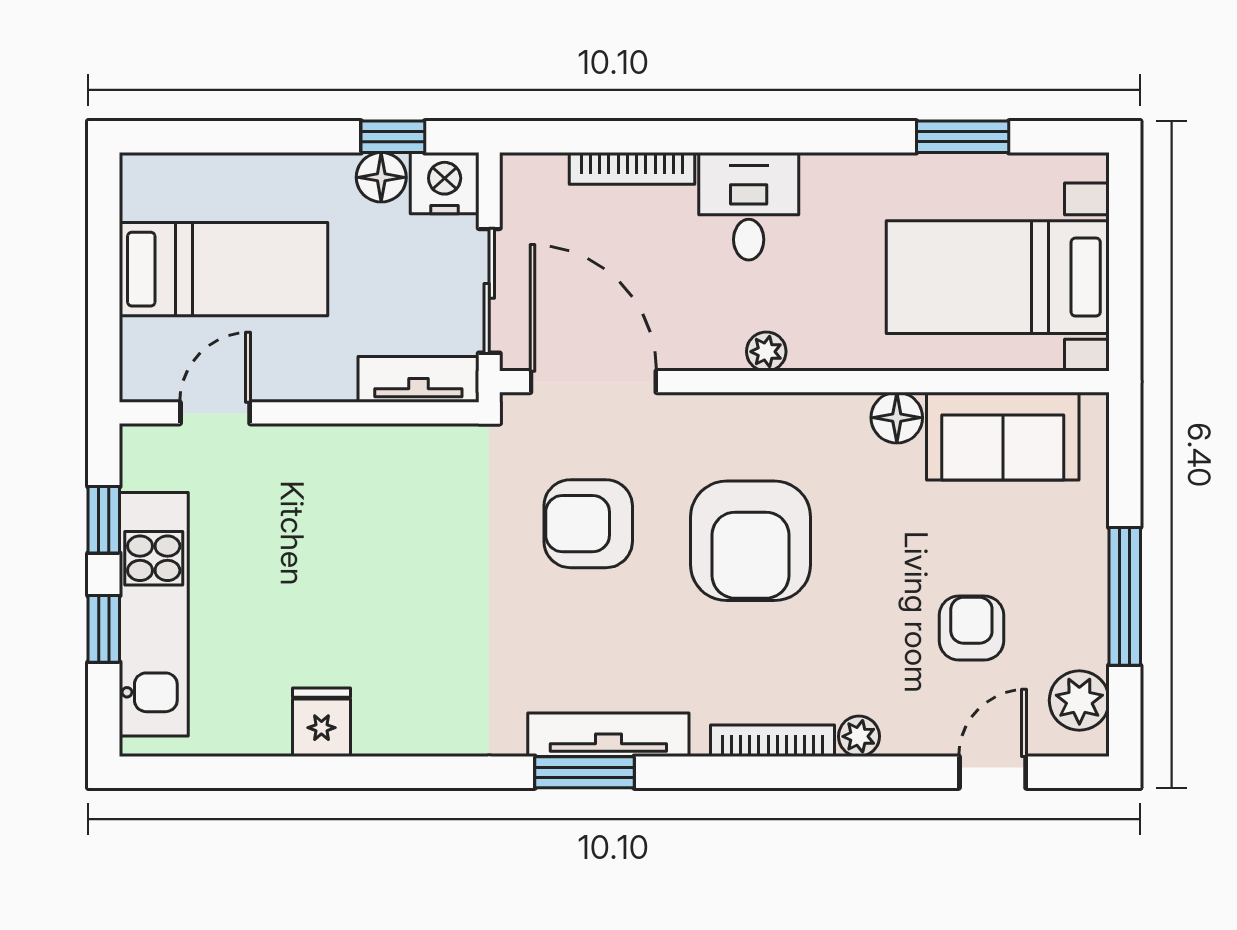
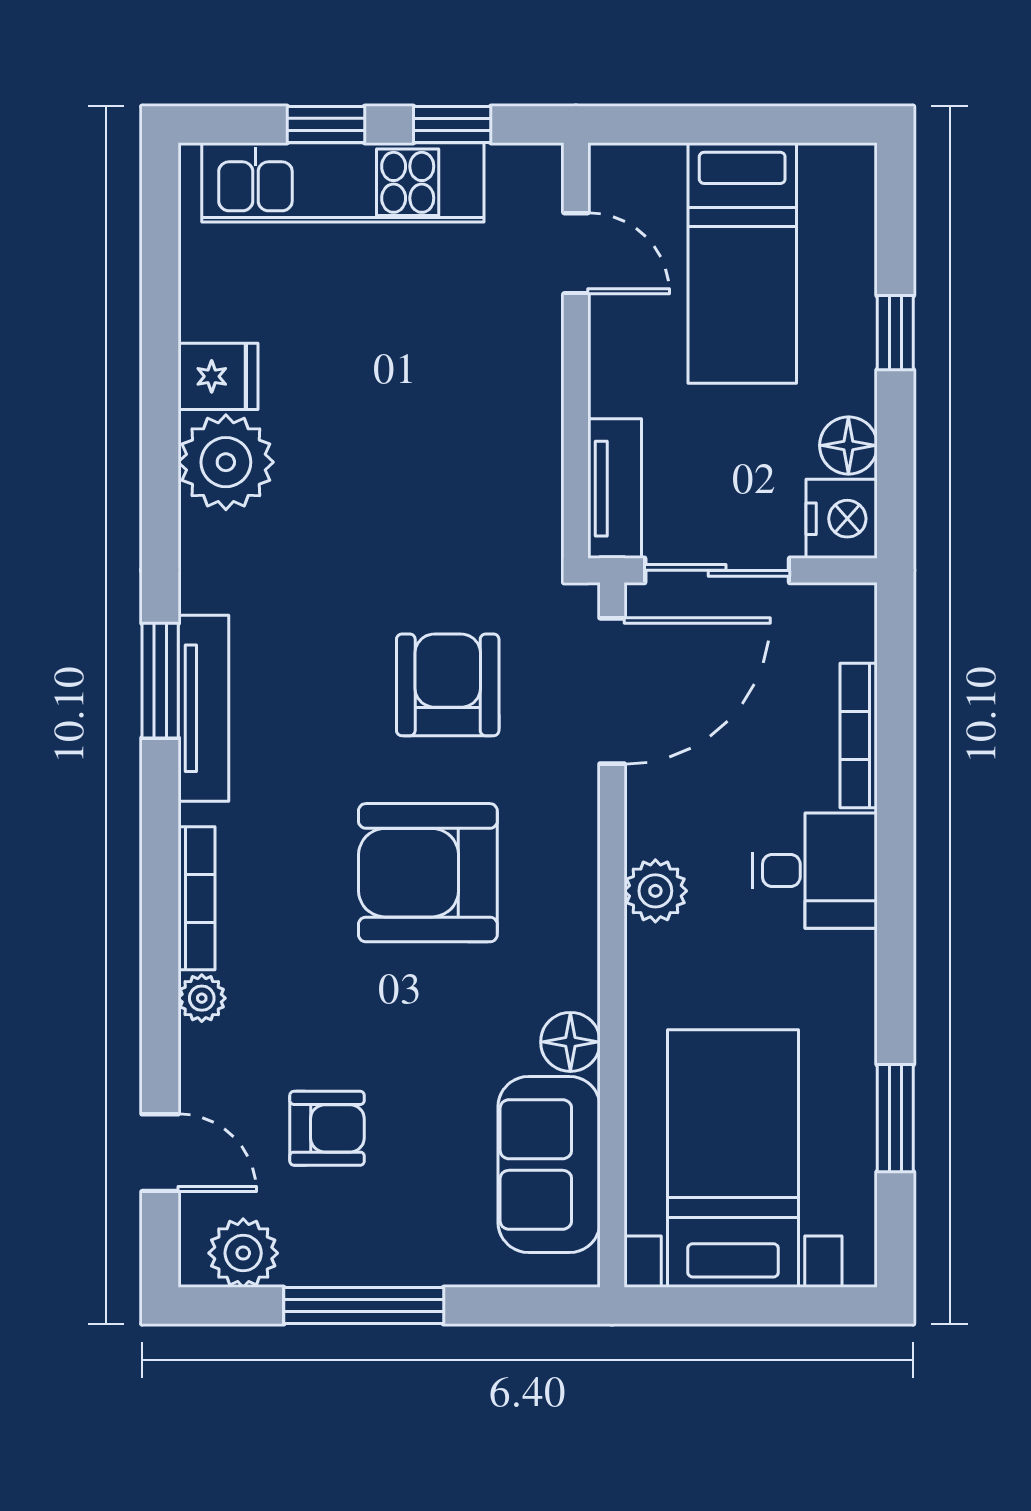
window: (393, 137) -> (895, 333), moved
plant: (766, 352) -> (655, 891), width x1.38, depth x1.38
plant: (396, 715) -> (226, 462), added

